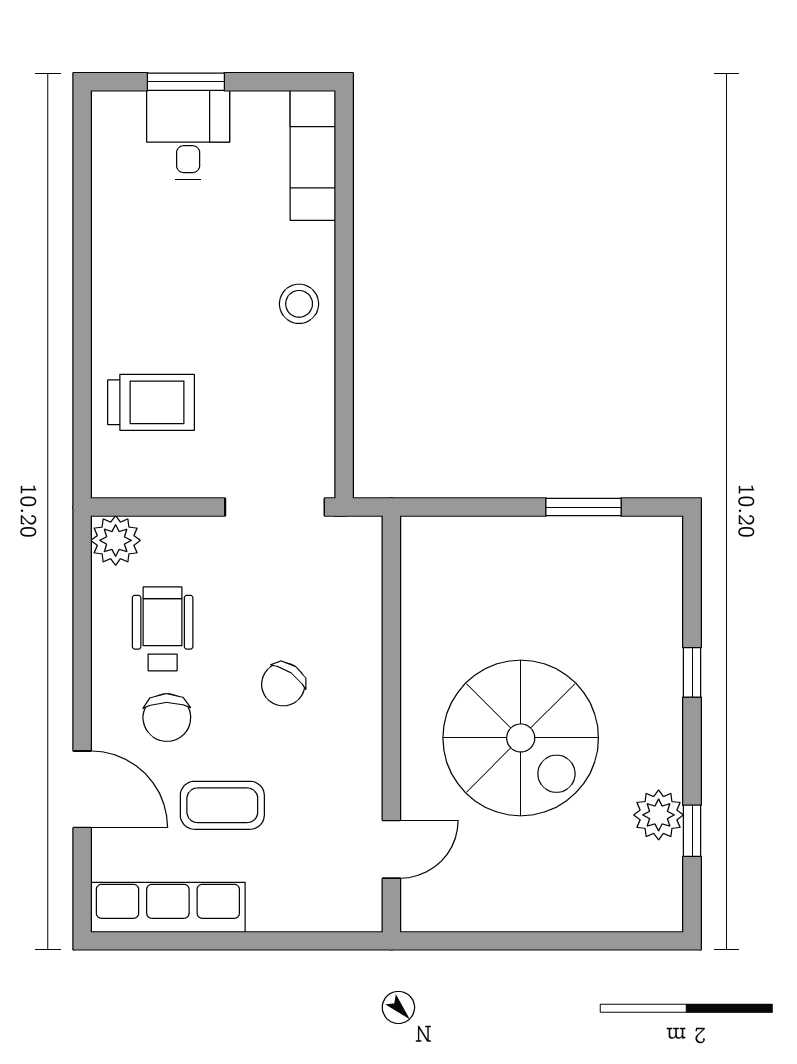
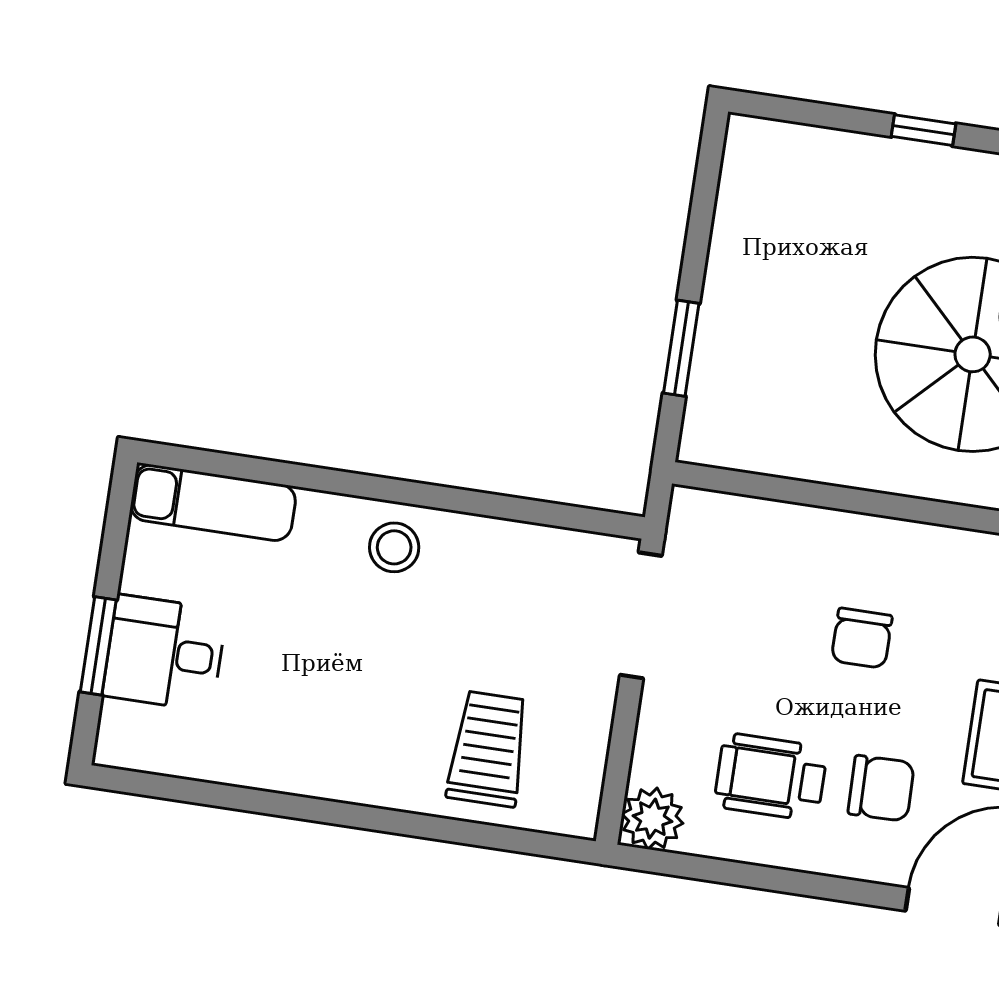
window: (584, 507) -> (681, 348), moved
chair: (283, 684) -> (862, 638), turned 55

